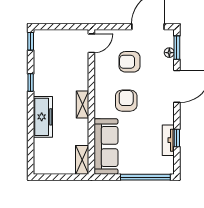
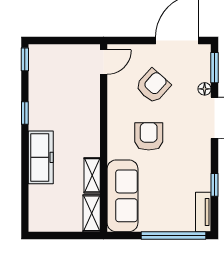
floor lamp: (169, 53) -> (205, 89), moved
armchair: (129, 62) -> (153, 86), turned 132
shelving: (82, 105) -> (92, 175), moved
tv unit: (168, 140) -> (203, 212), moved

